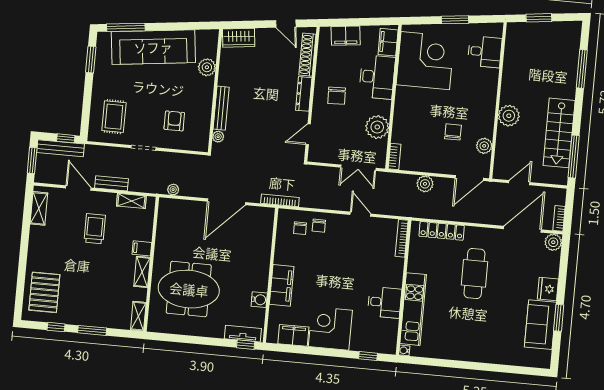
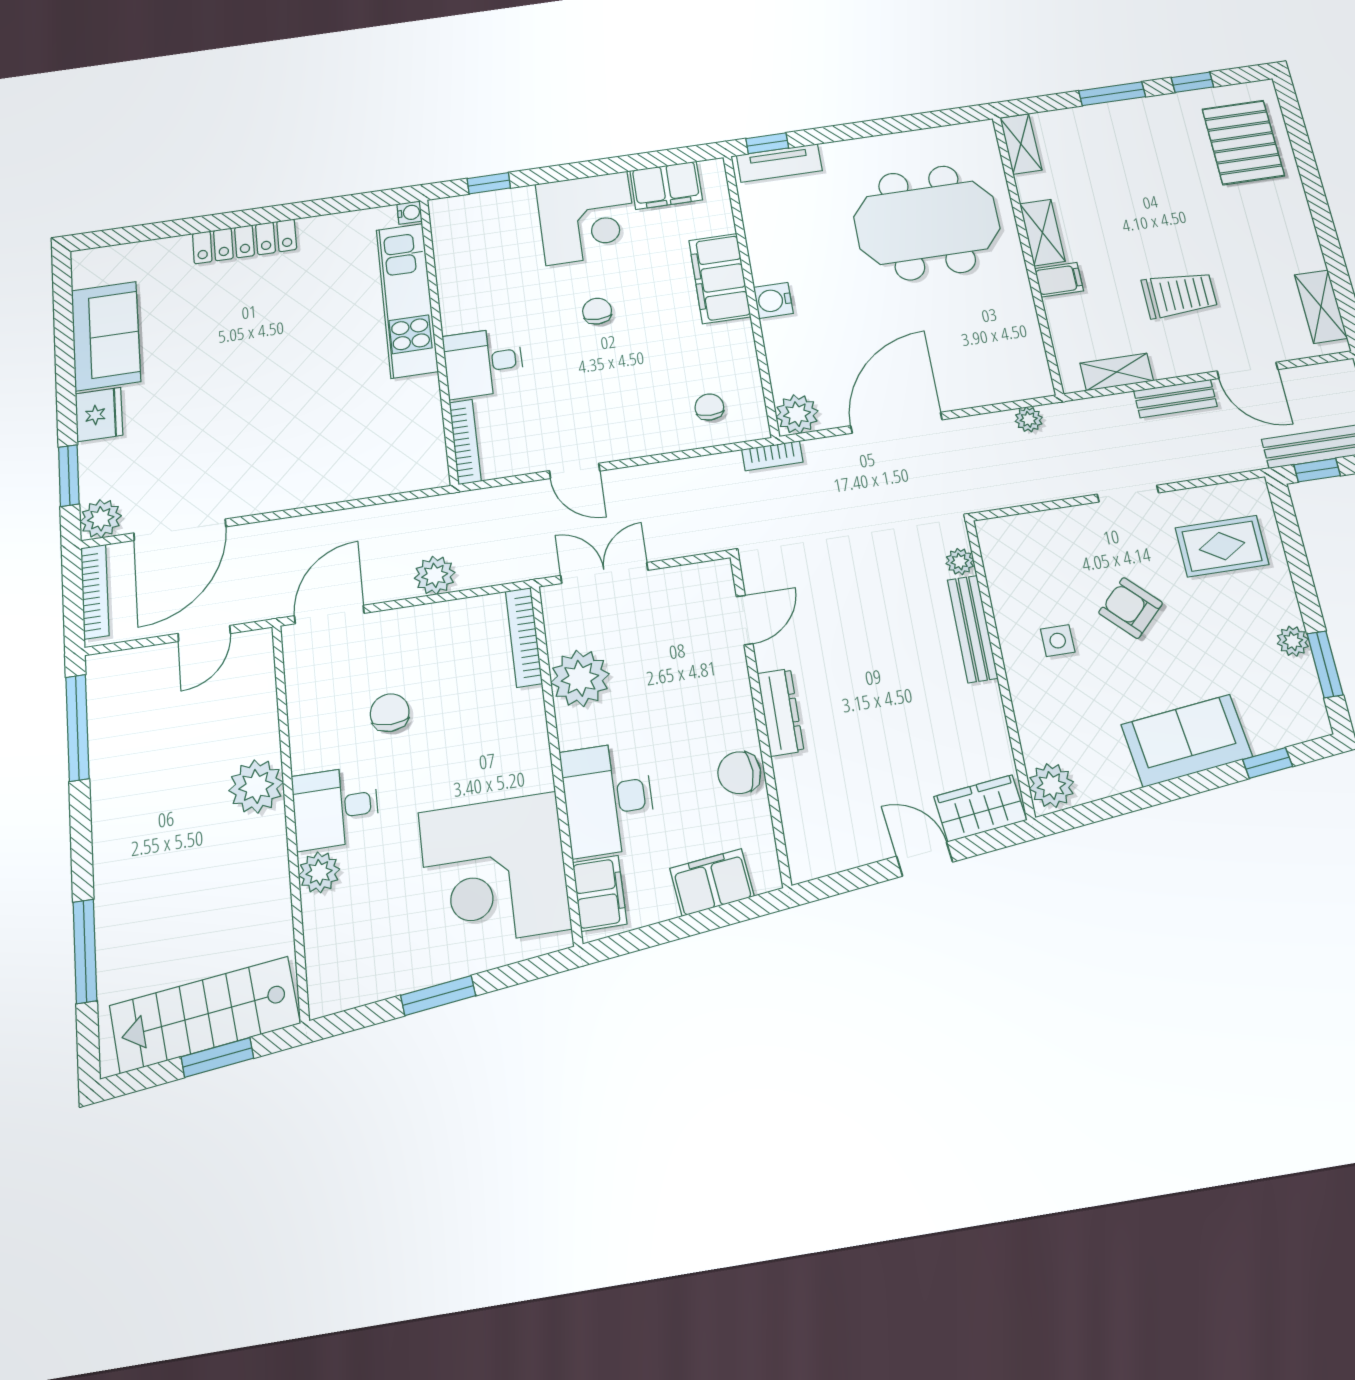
door: (286, 24) -> (925, 859), moved
window: (126, 27) -> (1268, 763), width x0.46
sofa: (153, 47) -> (1187, 741), width x0.54, depth x0.79
desk: (485, 52) -> (335, 808), moved
shoe rack: (307, 55) -> (796, 810), removed
plant: (207, 67) -> (1051, 786), moved
plant: (100, 72) -> (1293, 641), added
side table: (190, 95) -> (1058, 641), added
chair: (337, 96) -> (739, 773), moved, turned -88
rug: (114, 117) -> (1222, 546), turned 90
armchair: (174, 121) -> (1131, 608), moved, turned 135
chair: (453, 132) -> (390, 713), turned 180
stairs: (559, 133) -> (205, 1015), moved, turned -97
plant: (484, 146) -> (319, 872), moved
bookcase: (395, 157) -> (524, 637), width x1.56
bookcase: (280, 200) -> (772, 456), width x0.64
plant: (265, 216) -> (797, 414), added
bookcase: (559, 218) -> (95, 592), width x1.56
chair: (319, 226) -> (597, 311), moved
trolley: (95, 229) -> (1179, 295), turned -90
locker: (442, 231) -> (244, 241), moved, turned 180
cafe table: (474, 273) -> (278, 407), removed
water cooler: (259, 300) -> (773, 300), moved
desk: (384, 302) -> (483, 363), moved
window: (559, 318) -> (69, 476), moved

